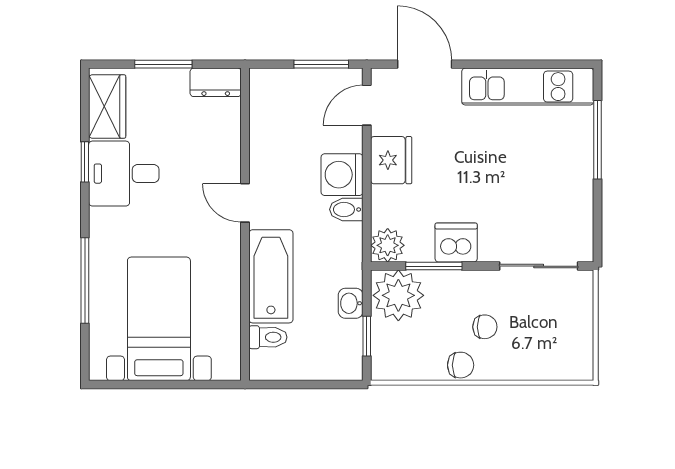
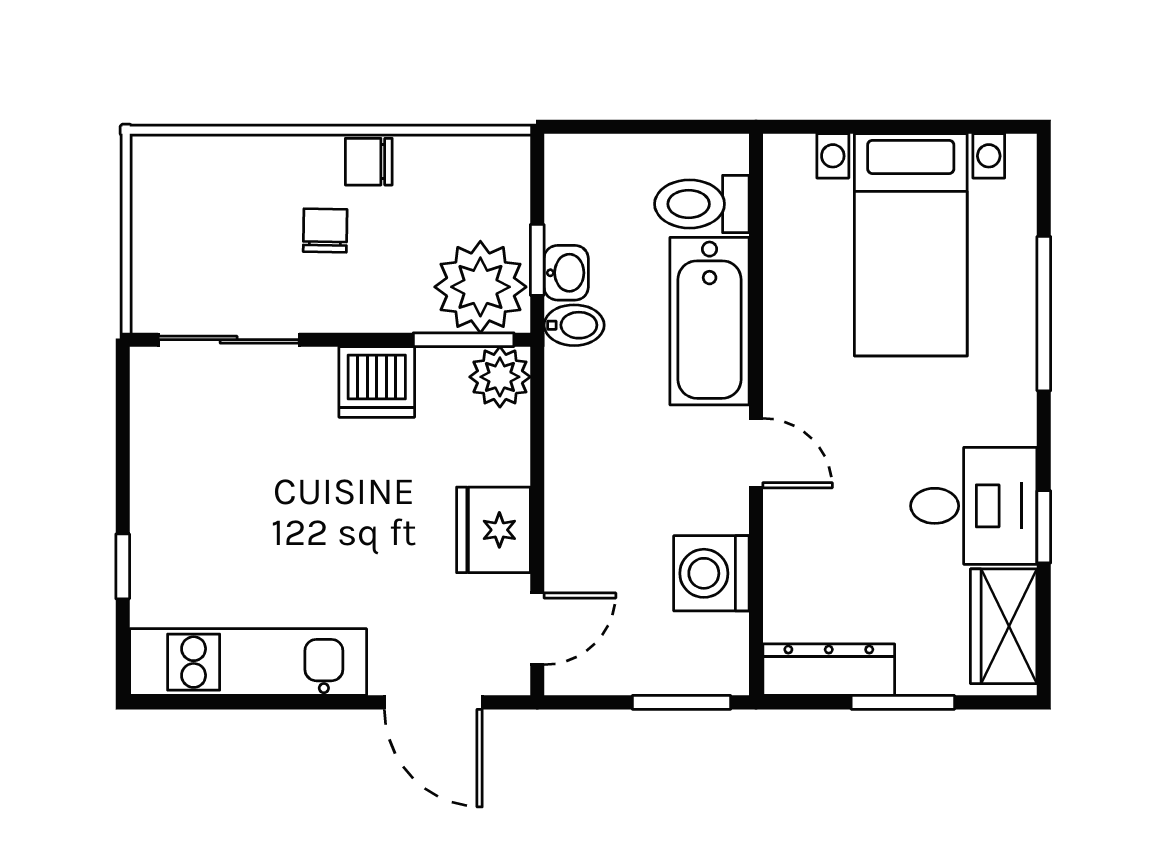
window: (321, 64) -> (682, 702), moved
dresser: (216, 82) -> (829, 670), width x1.44
window: (598, 140) -> (123, 566), width x0.46
washing machine: (342, 175) -> (711, 573), moved, turned 180
bidet: (346, 209) -> (574, 325), moved
window: (434, 266) -> (464, 340), moved
chair: (485, 327) -> (325, 231), turned 91
window: (367, 336) -> (537, 260), moved
toilet: (268, 337) -> (702, 204), width x1.37, depth x1.39

